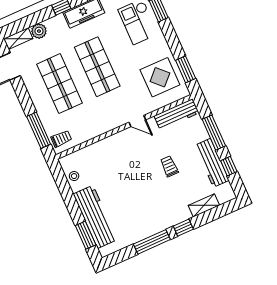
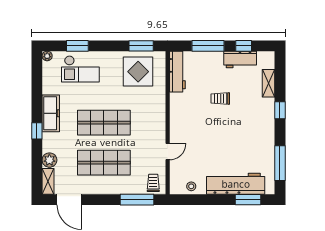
door: (137, 121) -> (168, 152), moved
workbench: (212, 163) -> (240, 59), width x0.73
window: (152, 242) -> (280, 163), moved

